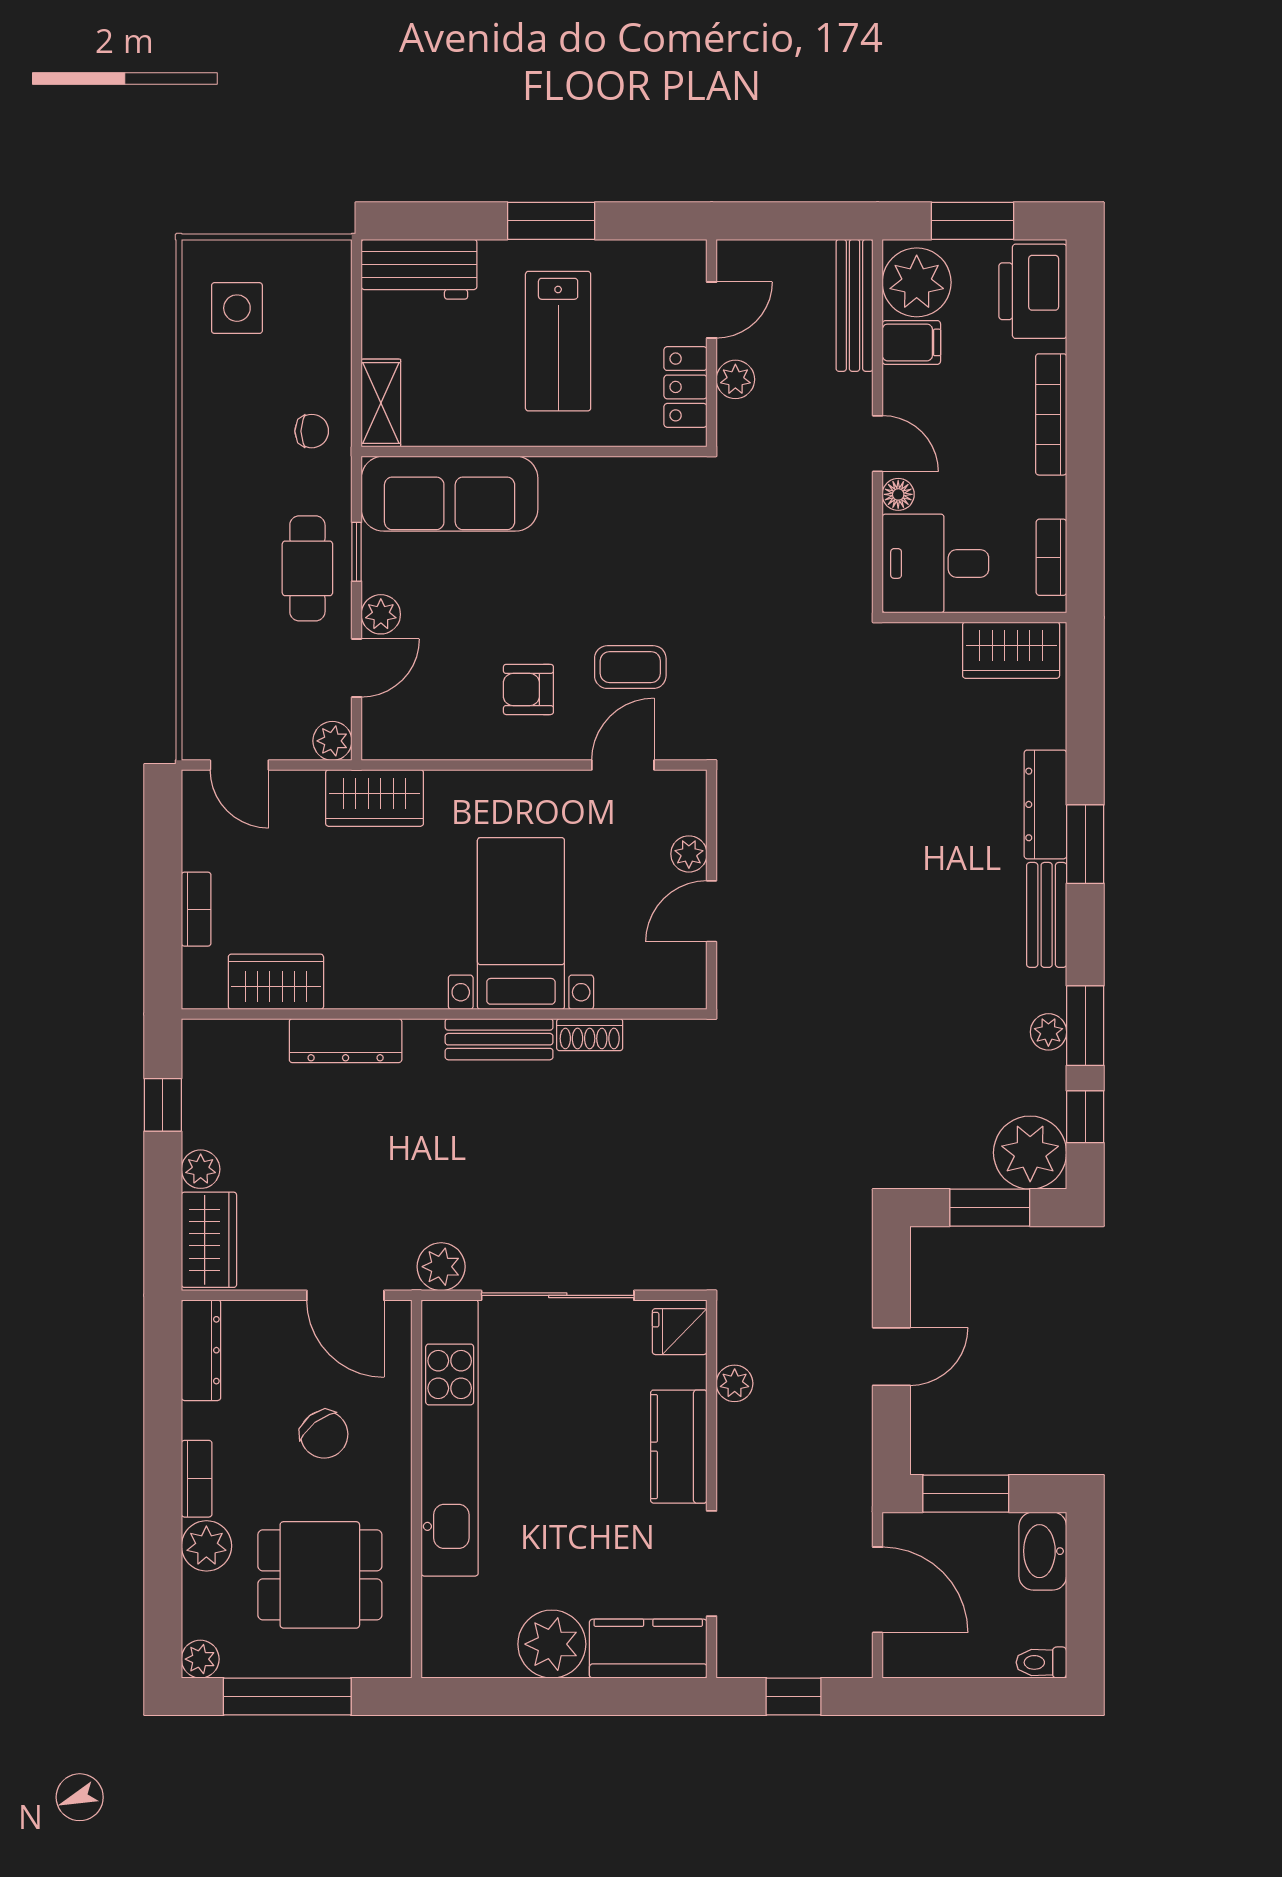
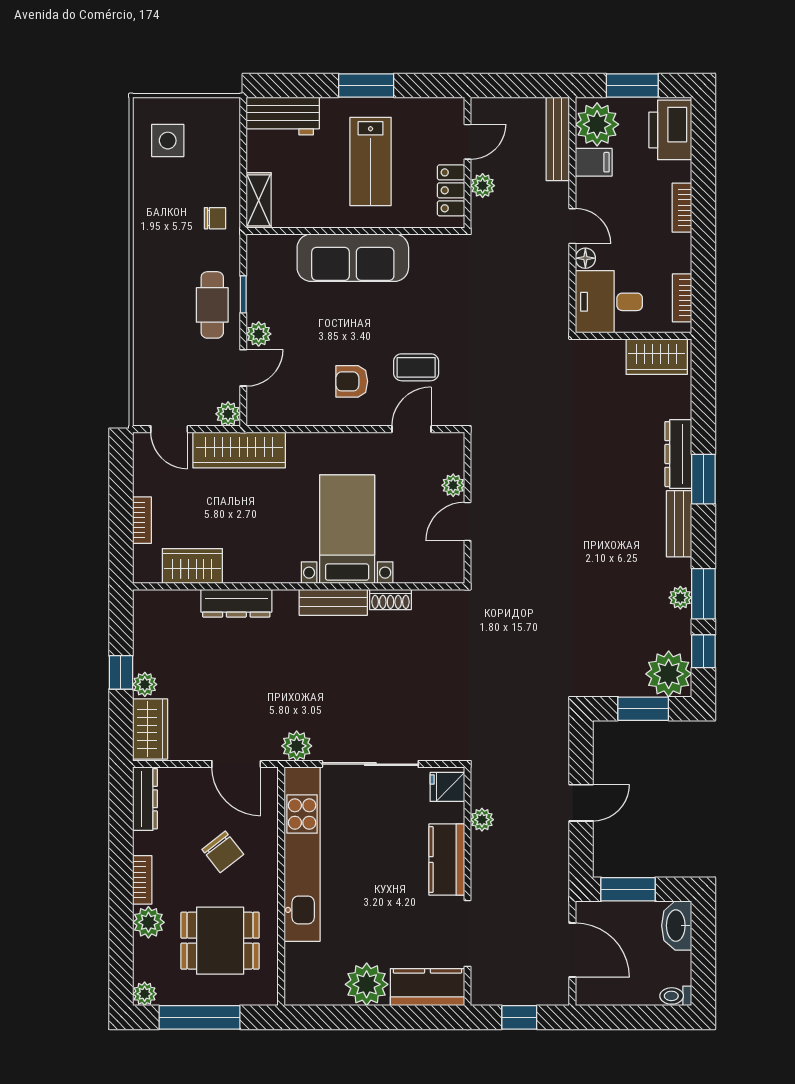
bookcase: (1051, 414) -> (682, 208), width x0.64
sofa: (450, 494) -> (353, 258), moved
wardrobe: (375, 798) -> (239, 450), width x1.50
window: (163, 1105) -> (121, 672), moved

